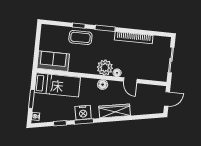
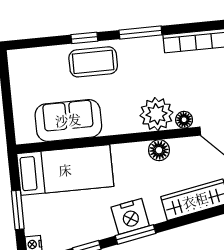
sofa: (53, 61) -> (68, 120), moved

